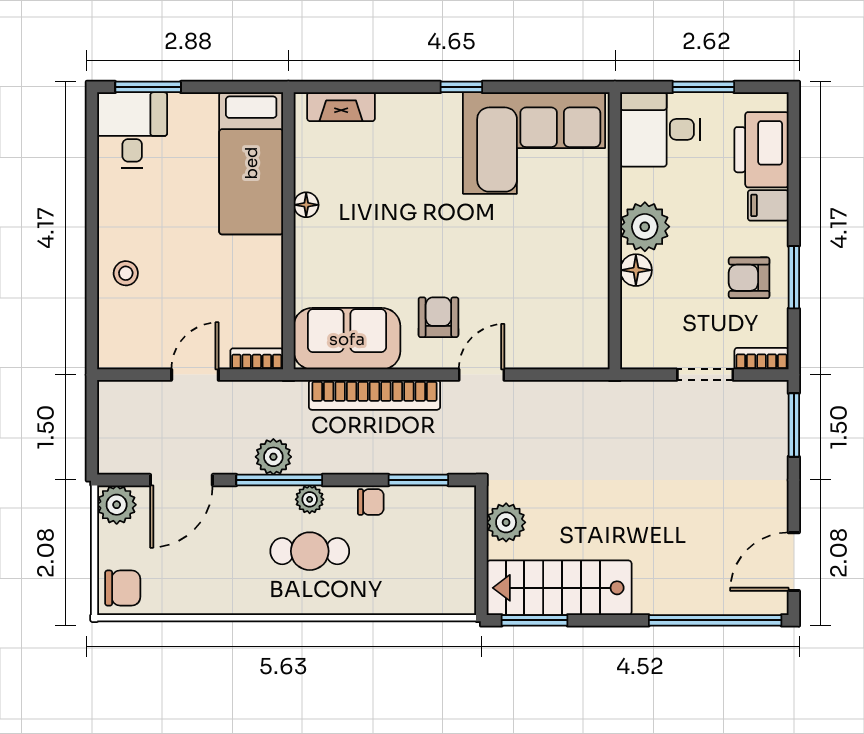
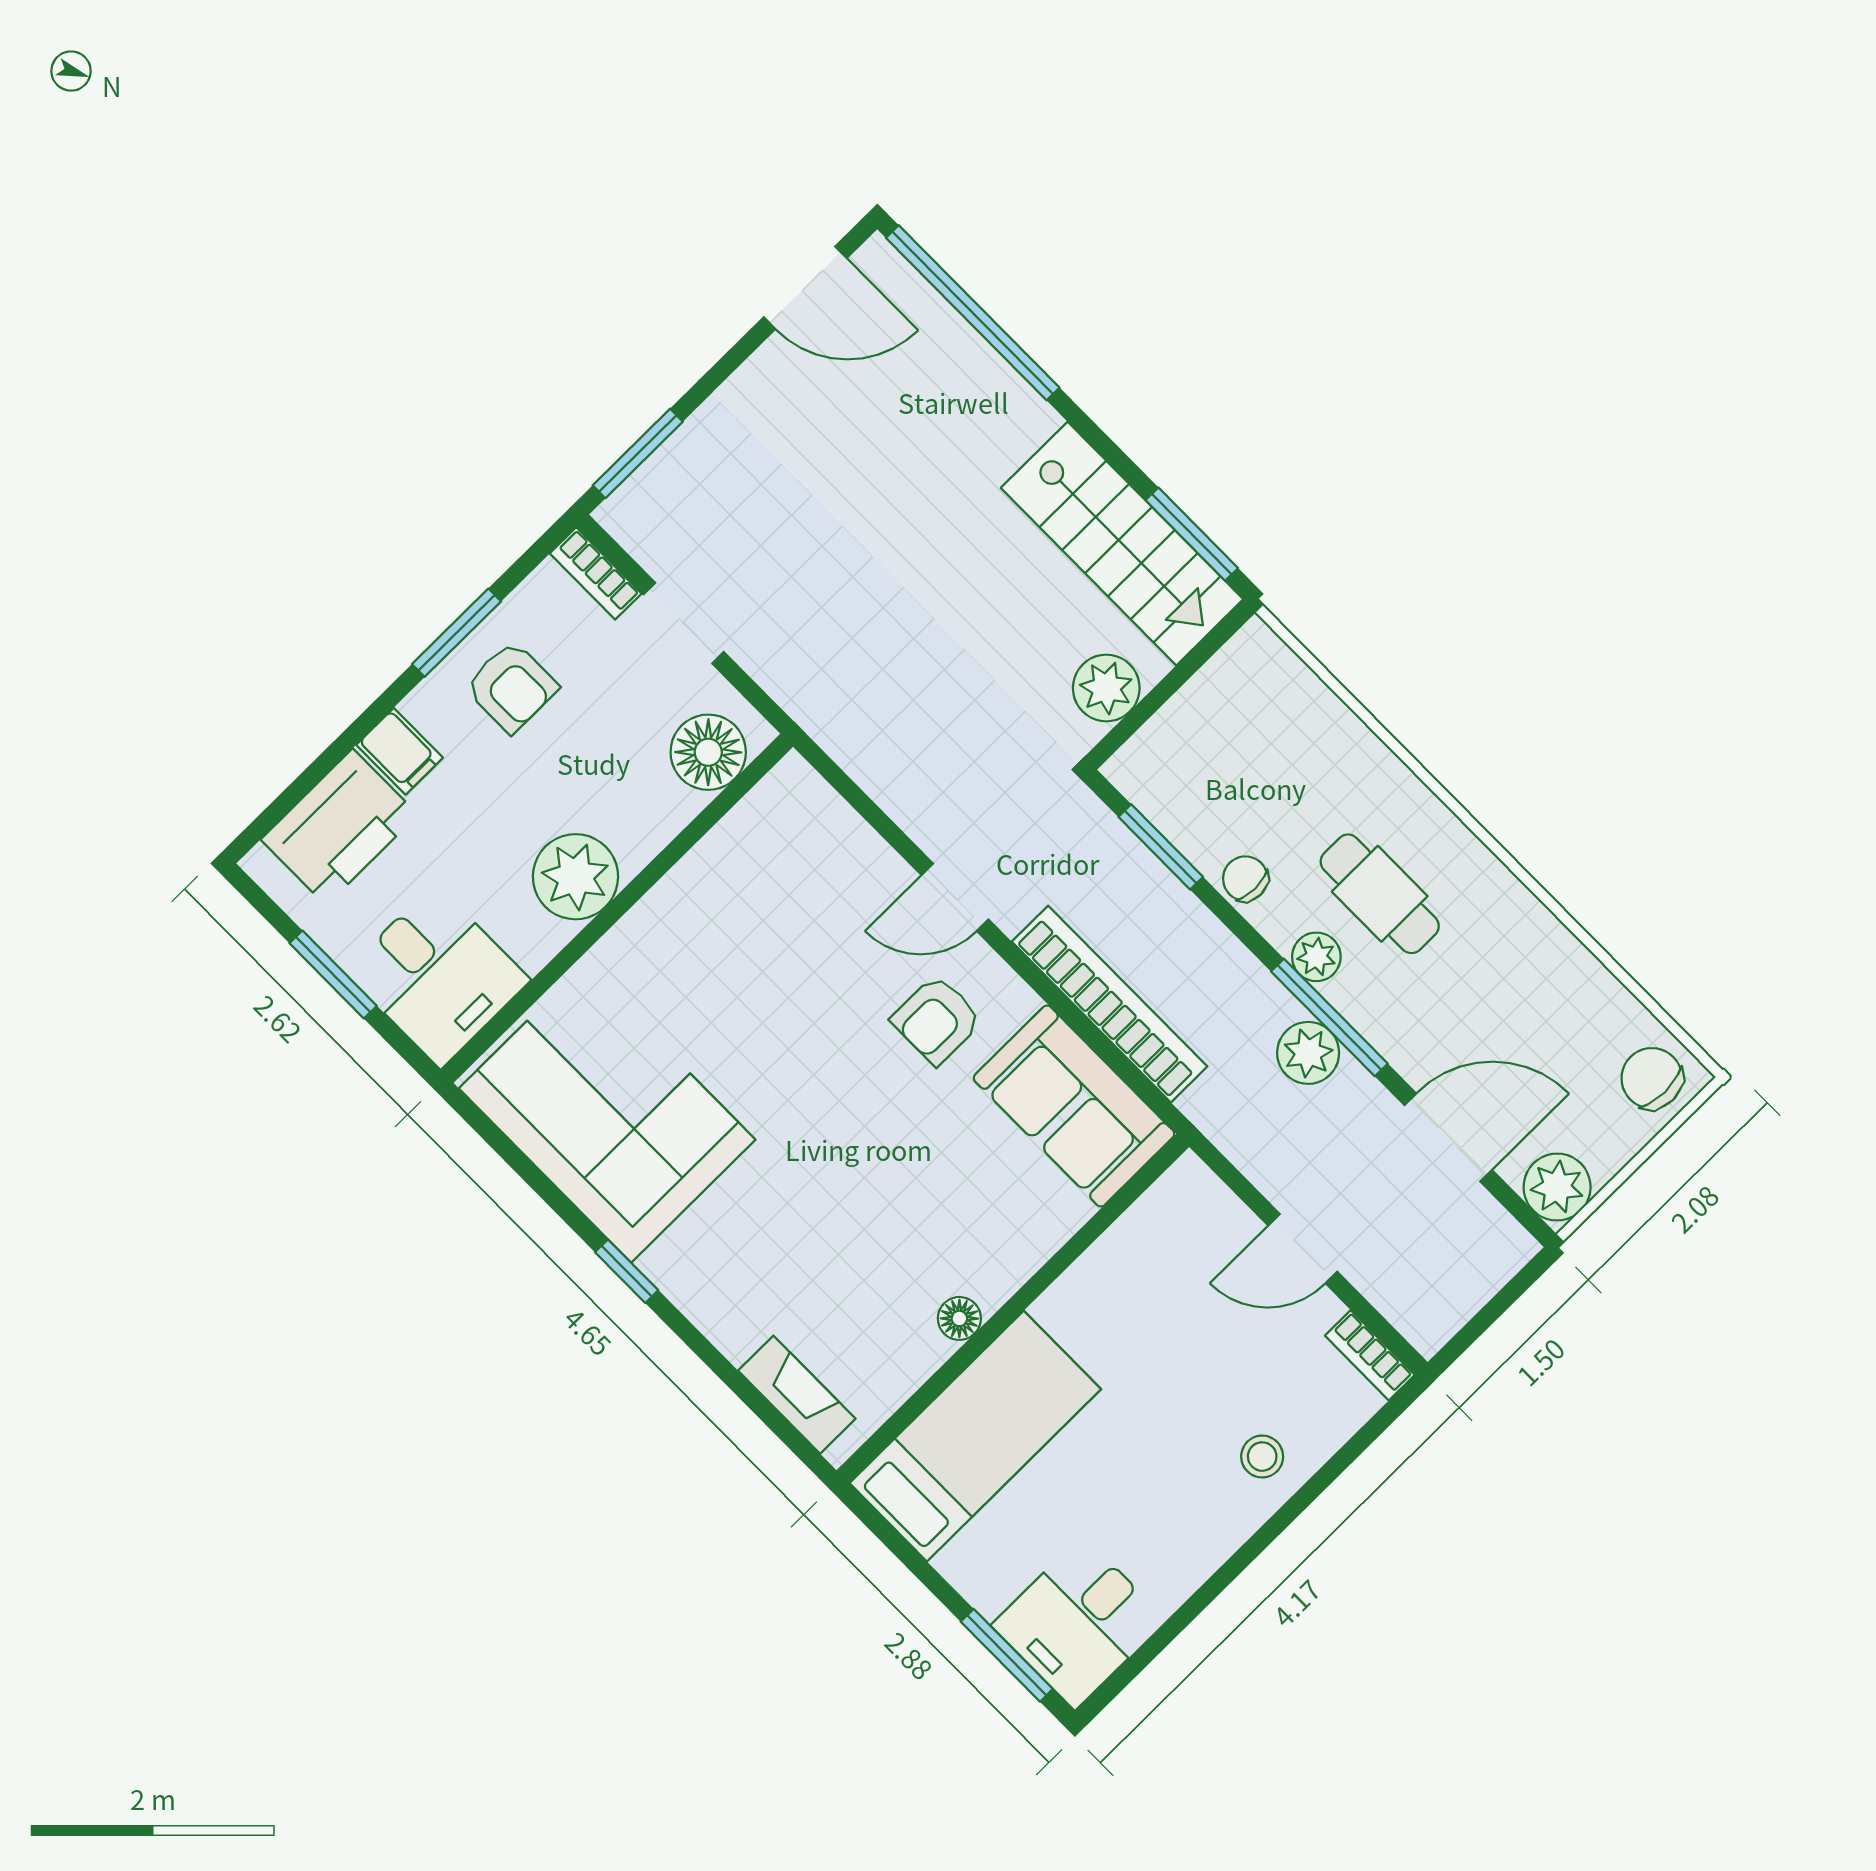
floor lamp: (636, 270) -> (708, 752), moved, width x1.38, depth x1.38
bookcase: (257, 359) -> (1370, 1355), moved

